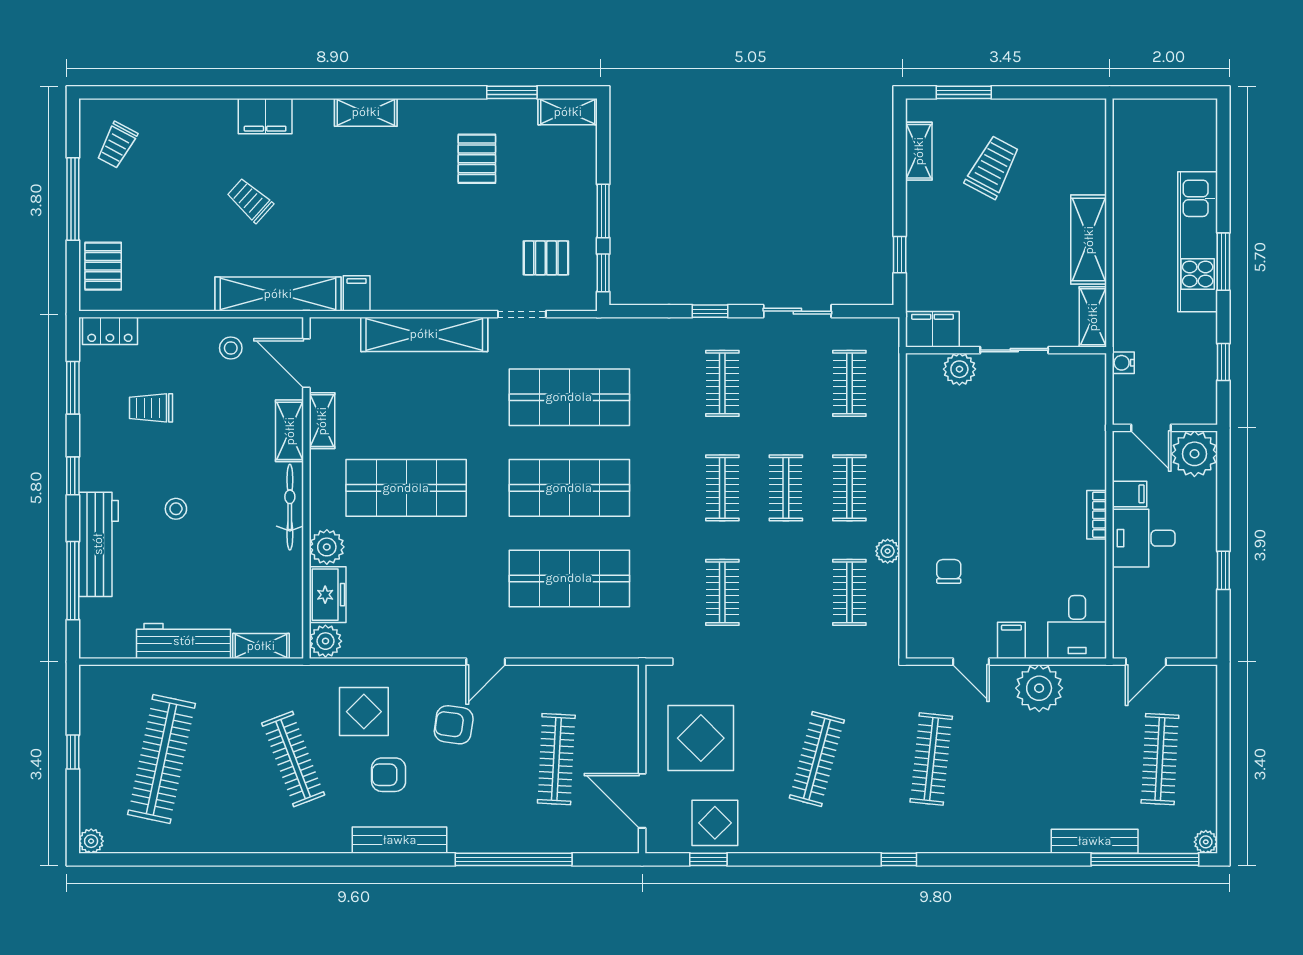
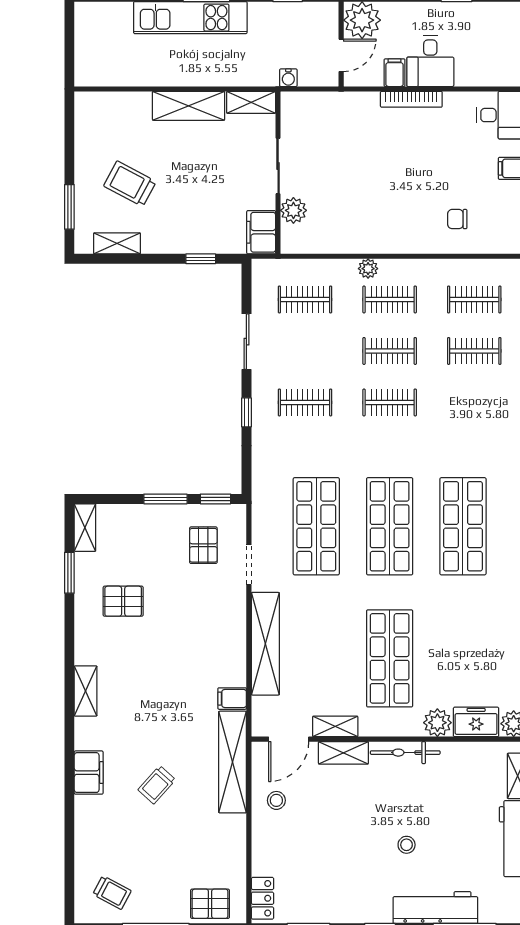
trolley: (151, 408) -> (325, 865), removed
bookcase: (1097, 515) -> (411, 99), width x1.56
plant: (888, 551) -> (368, 269), moved
clothes rail: (722, 592) -> (474, 351), moved

